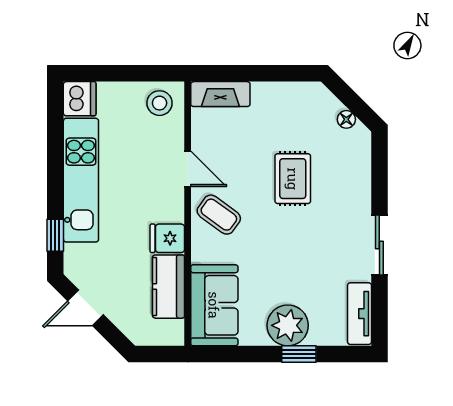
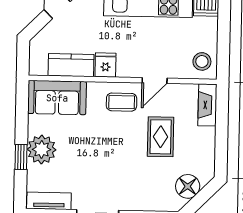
floor lamp: (346, 119) -> (188, 186), width x1.89, depth x1.89
rug: (293, 179) -> (161, 137), moved, turned 90
coffee table: (219, 215) -> (122, 102), turned 54

